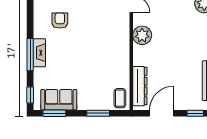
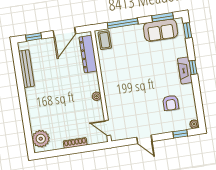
plant: (142, 35) -> (97, 96), width x0.53, depth x0.53
window: (30, 55) -> (193, 67), width x0.46
window: (98, 113) -> (123, 23), width x1.44

